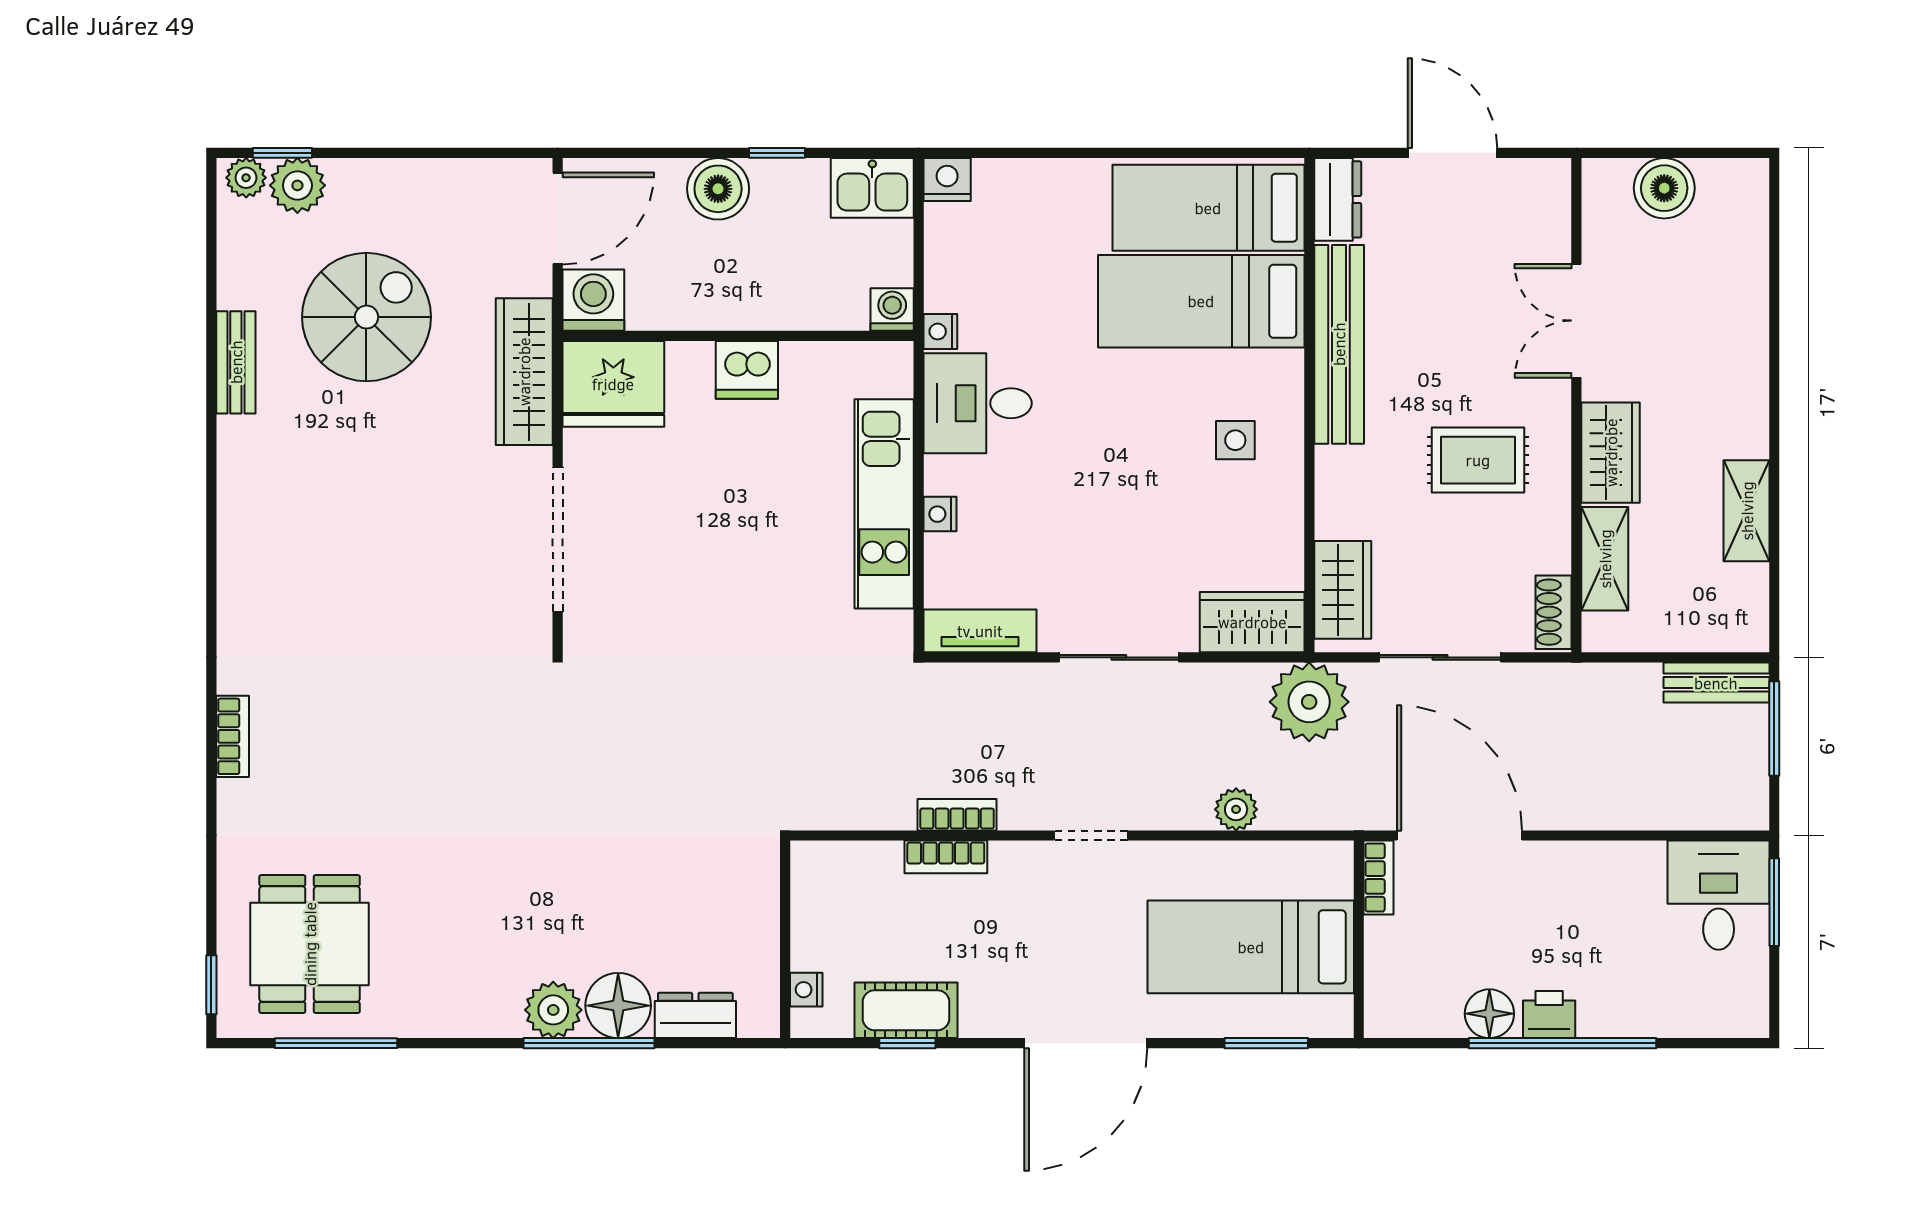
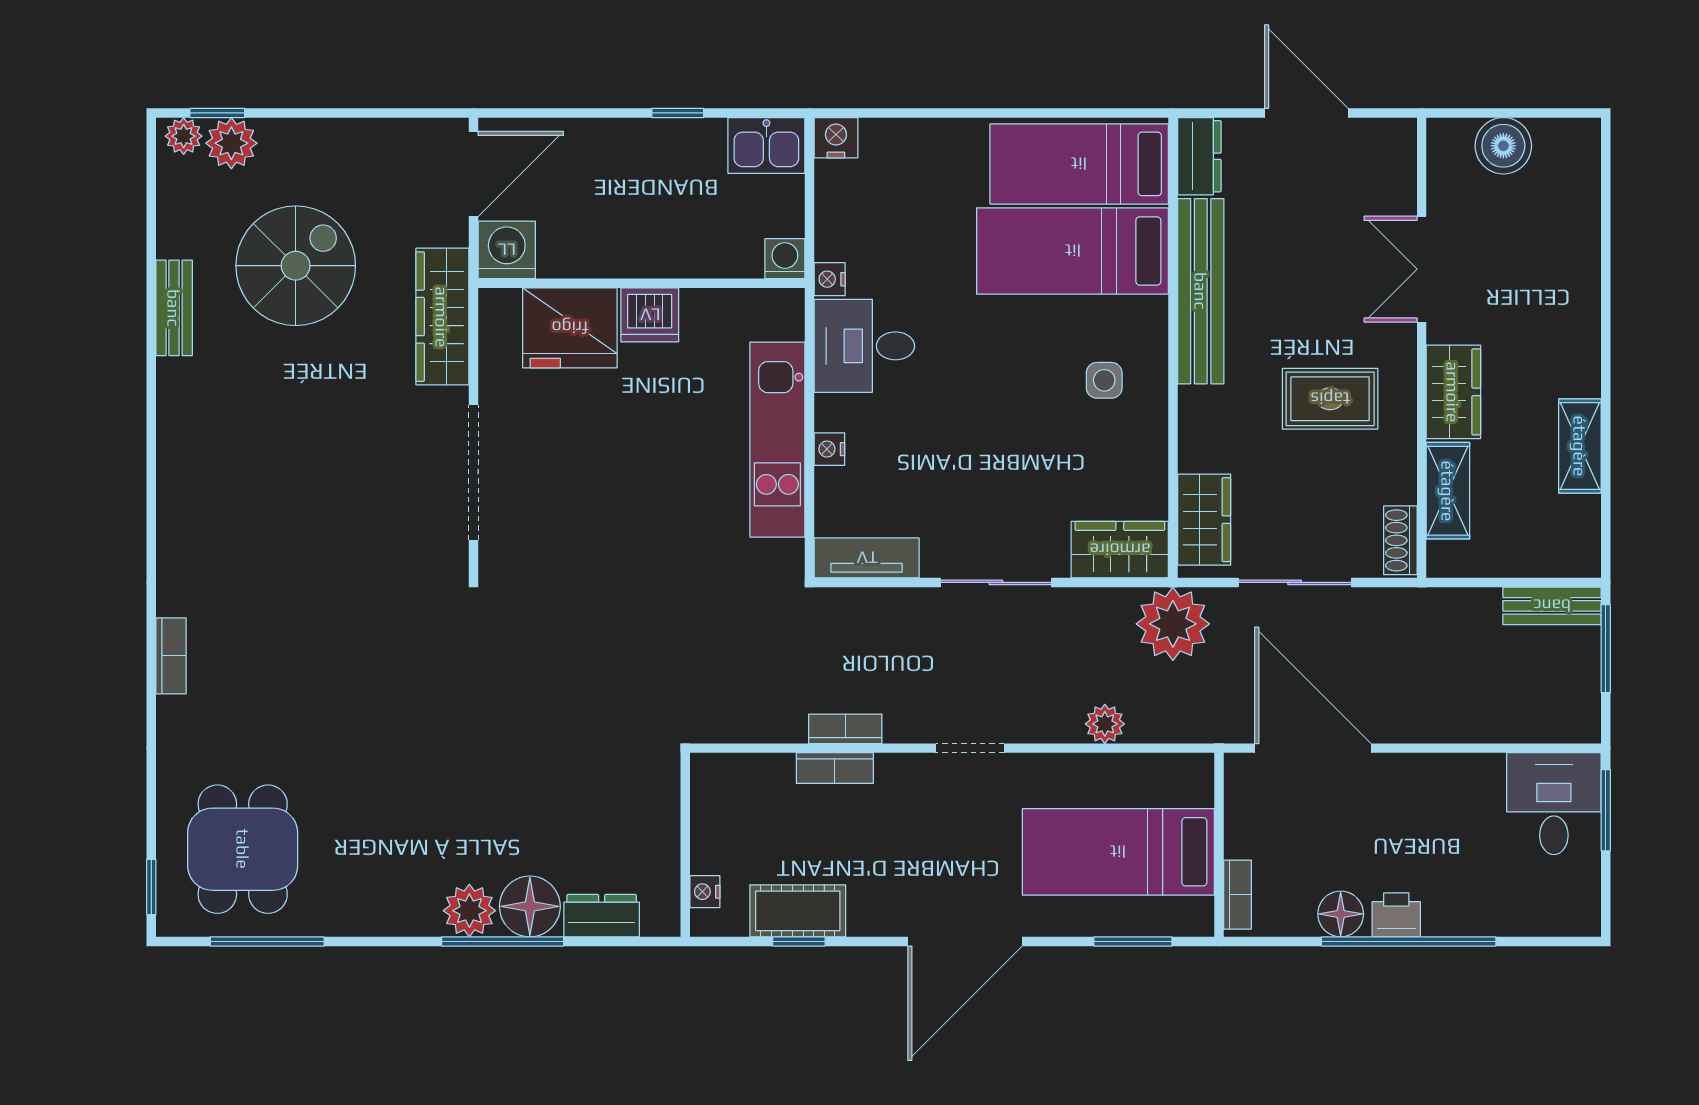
boiler: (718, 189) -> (623, 146), removed
fridge: (613, 384) -> (570, 328), moved
bookcase: (1379, 877) -> (1238, 895), moved

